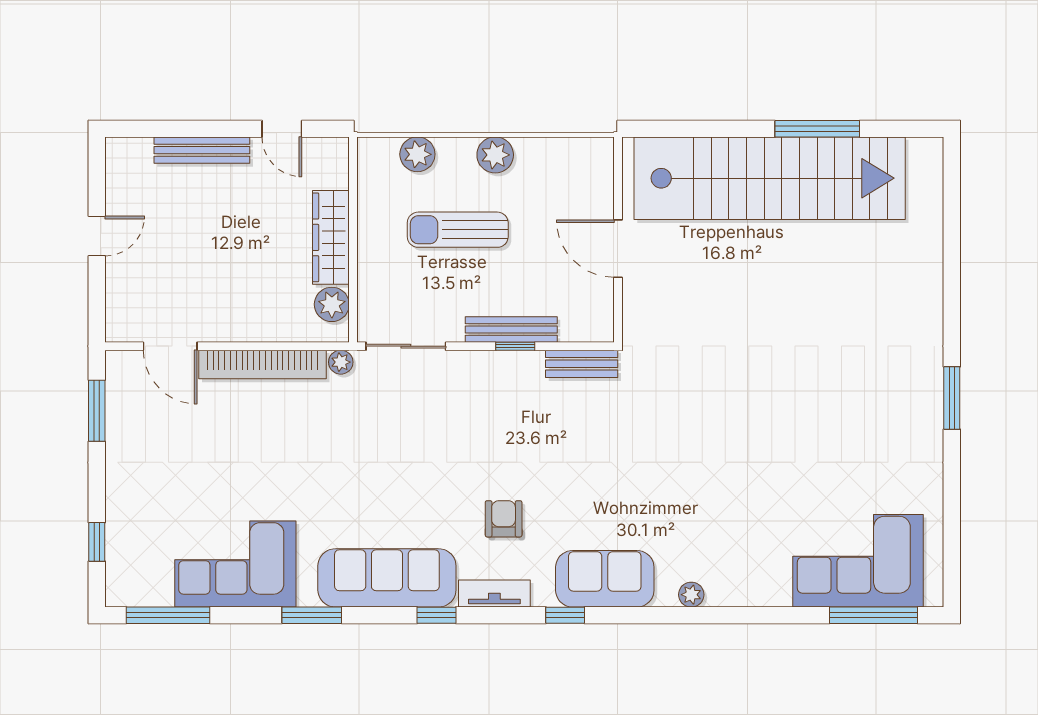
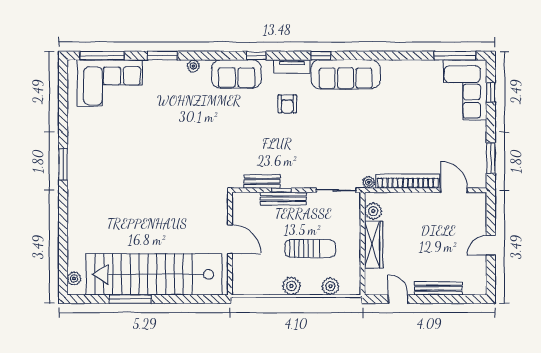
plant: (930, 170) -> (74, 278), added
bench: (582, 364) -> (262, 181), moved
corner sofa: (235, 564) -> (465, 90), moved, turned 90
window: (312, 615) -> (162, 56), moved

